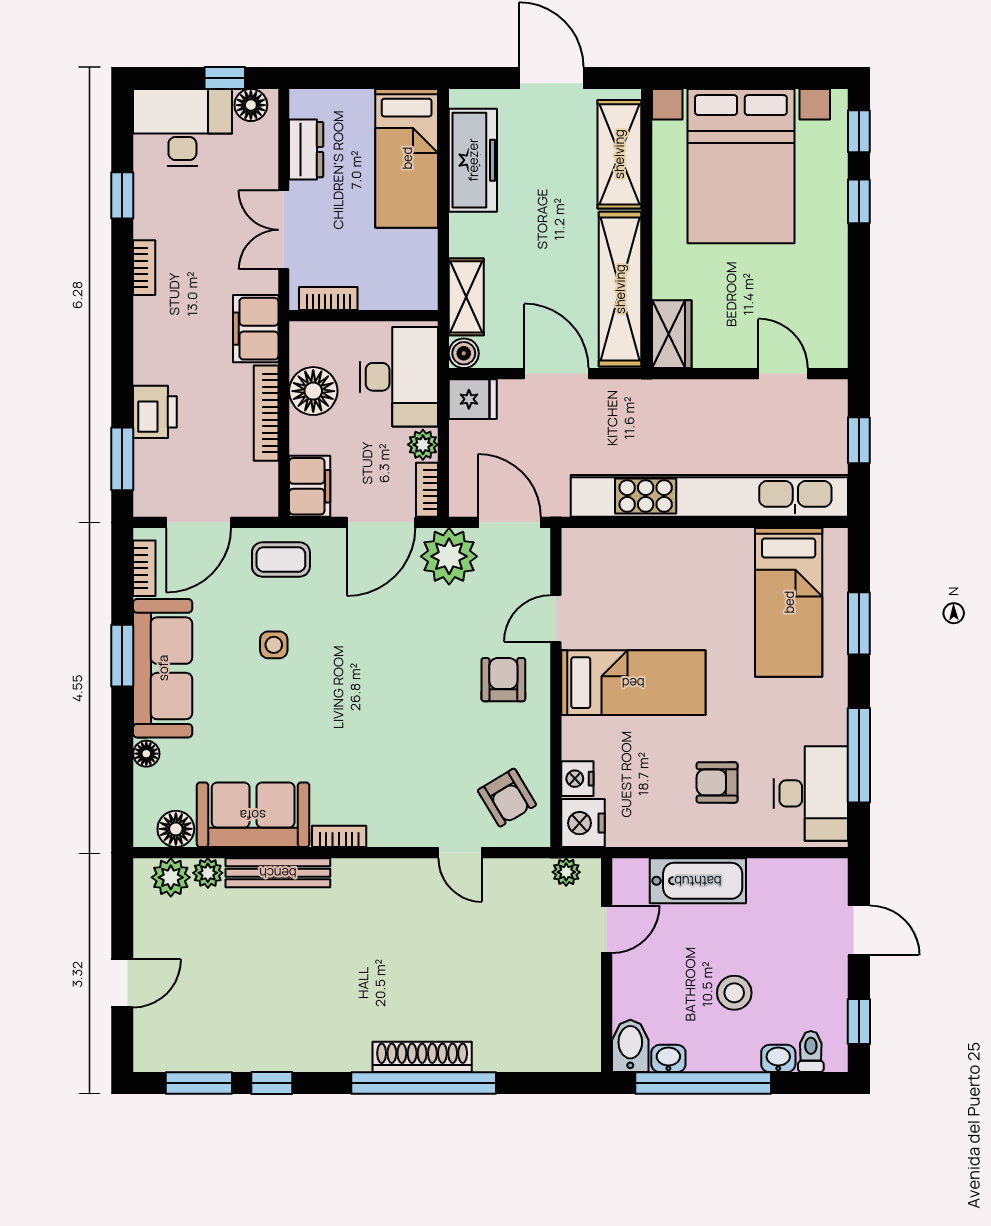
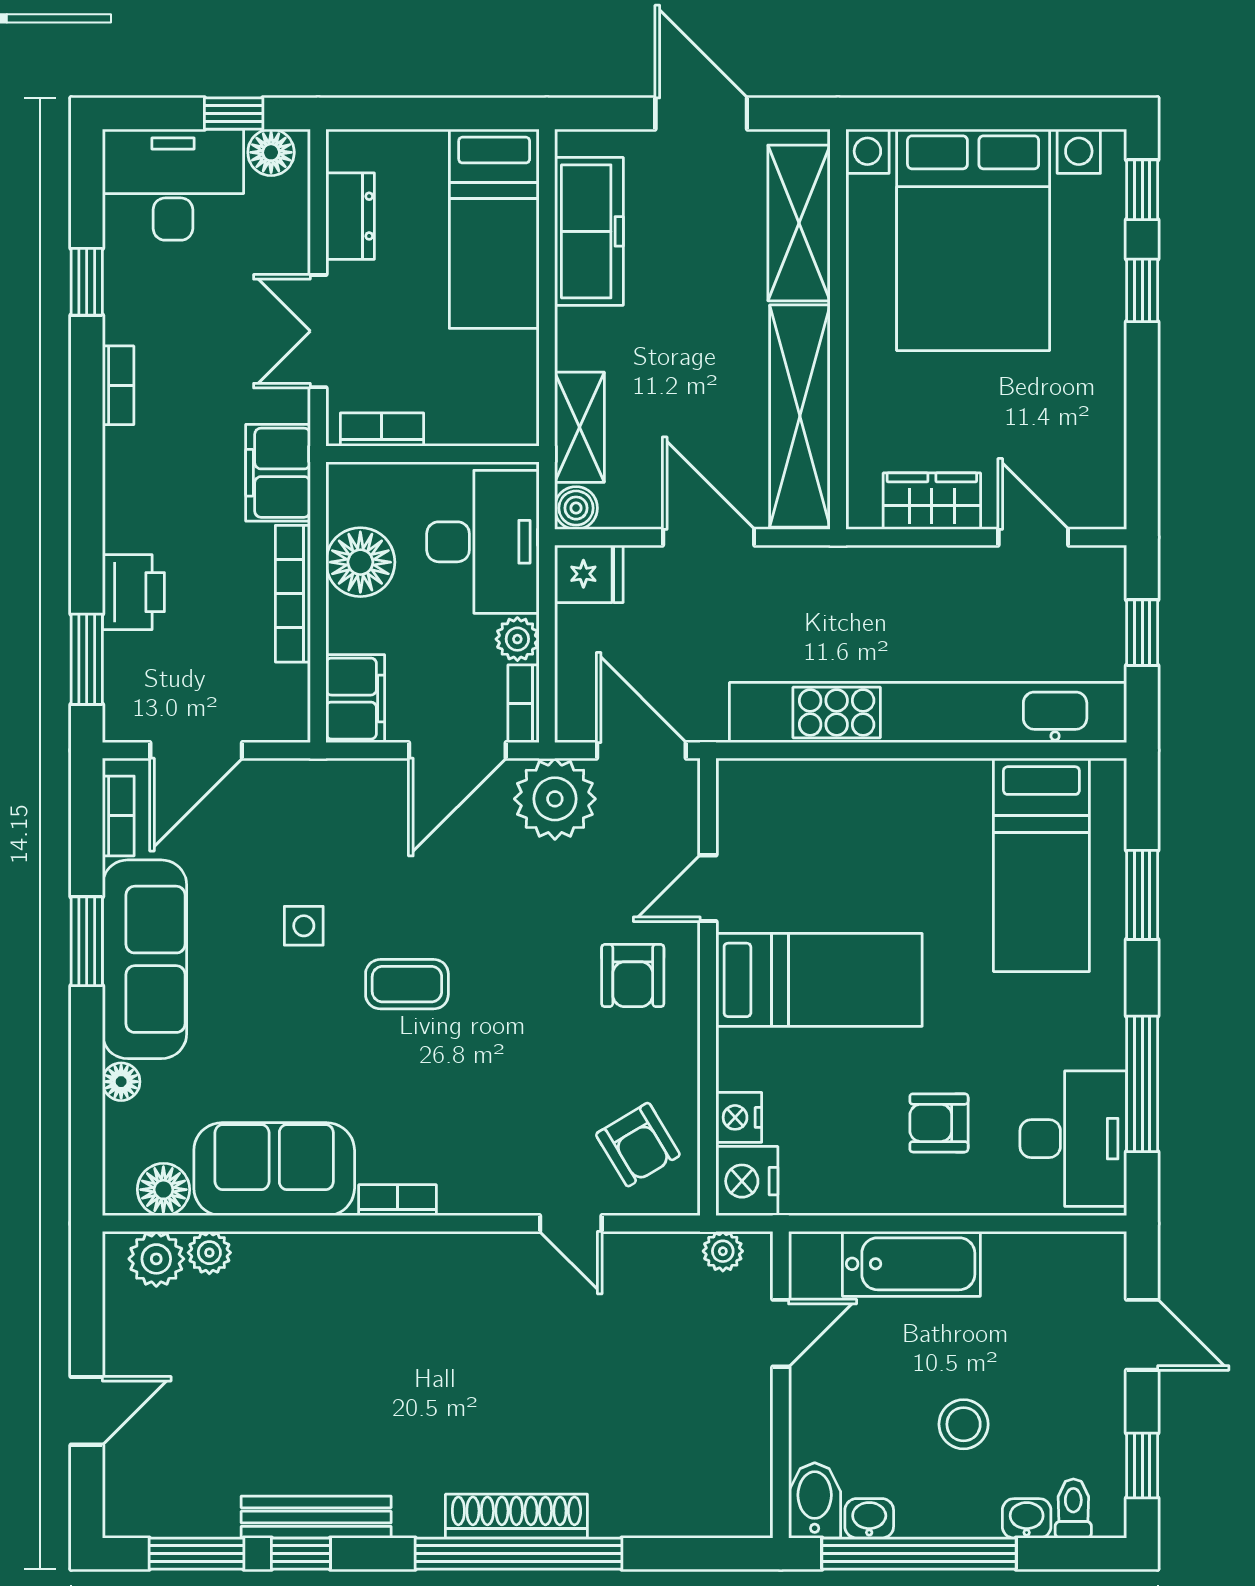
wardrobe: (672, 334) -> (932, 501), moved, turned -90
coffee table: (281, 559) -> (407, 984), moved
armchair: (503, 680) -> (633, 976), turned 180
bench: (278, 873) -> (316, 1517), moved

